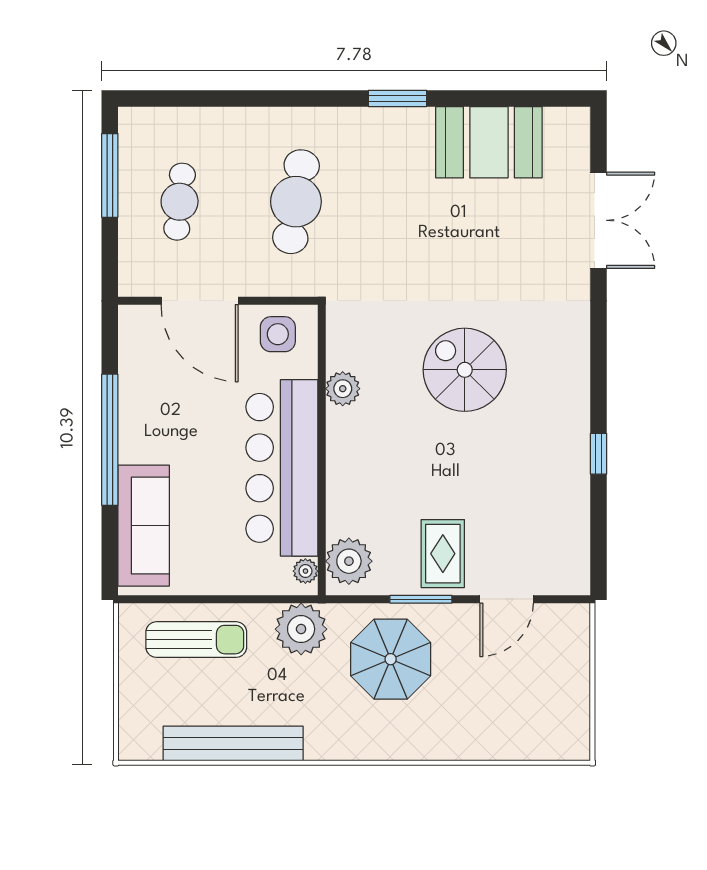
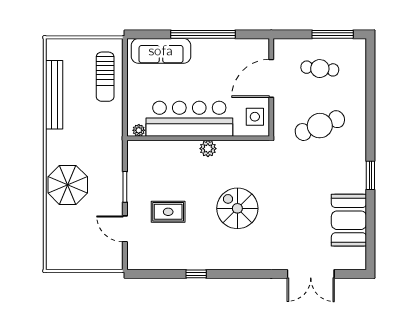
cafe table: (296, 202) -> (320, 126), turned -30
spiral stairs: (465, 370) -> (237, 208), turned -90
plant: (343, 389) -> (208, 149), moved
rug: (443, 554) -> (168, 212), moved
plant: (349, 561) -> (144, 152), removed
plant: (301, 629) -> (110, 128), removed
parasol: (391, 659) -> (68, 185), moved

